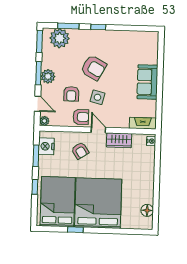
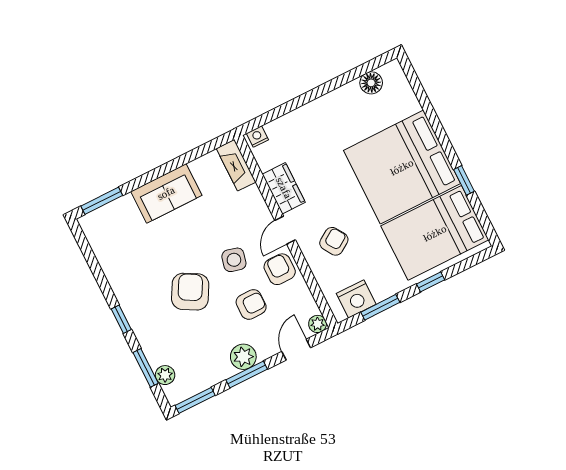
plant: (60, 38) -> (165, 375), width x0.53, depth x0.53
window: (161, 49) -> (102, 201), added

